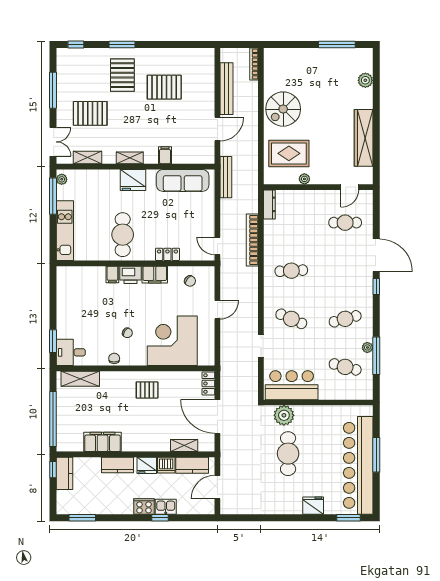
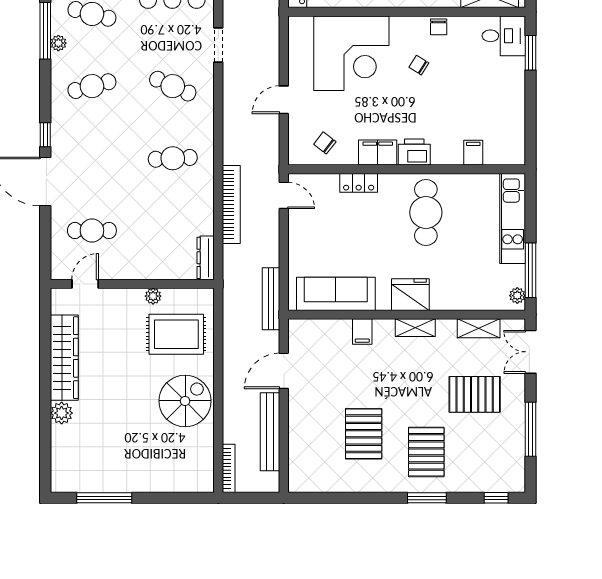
plant: (365, 80) -> (62, 413), moved
pallet: (164, 87) -> (364, 434), turned 90
filing cabinet: (112, 274) -> (473, 153), moved

